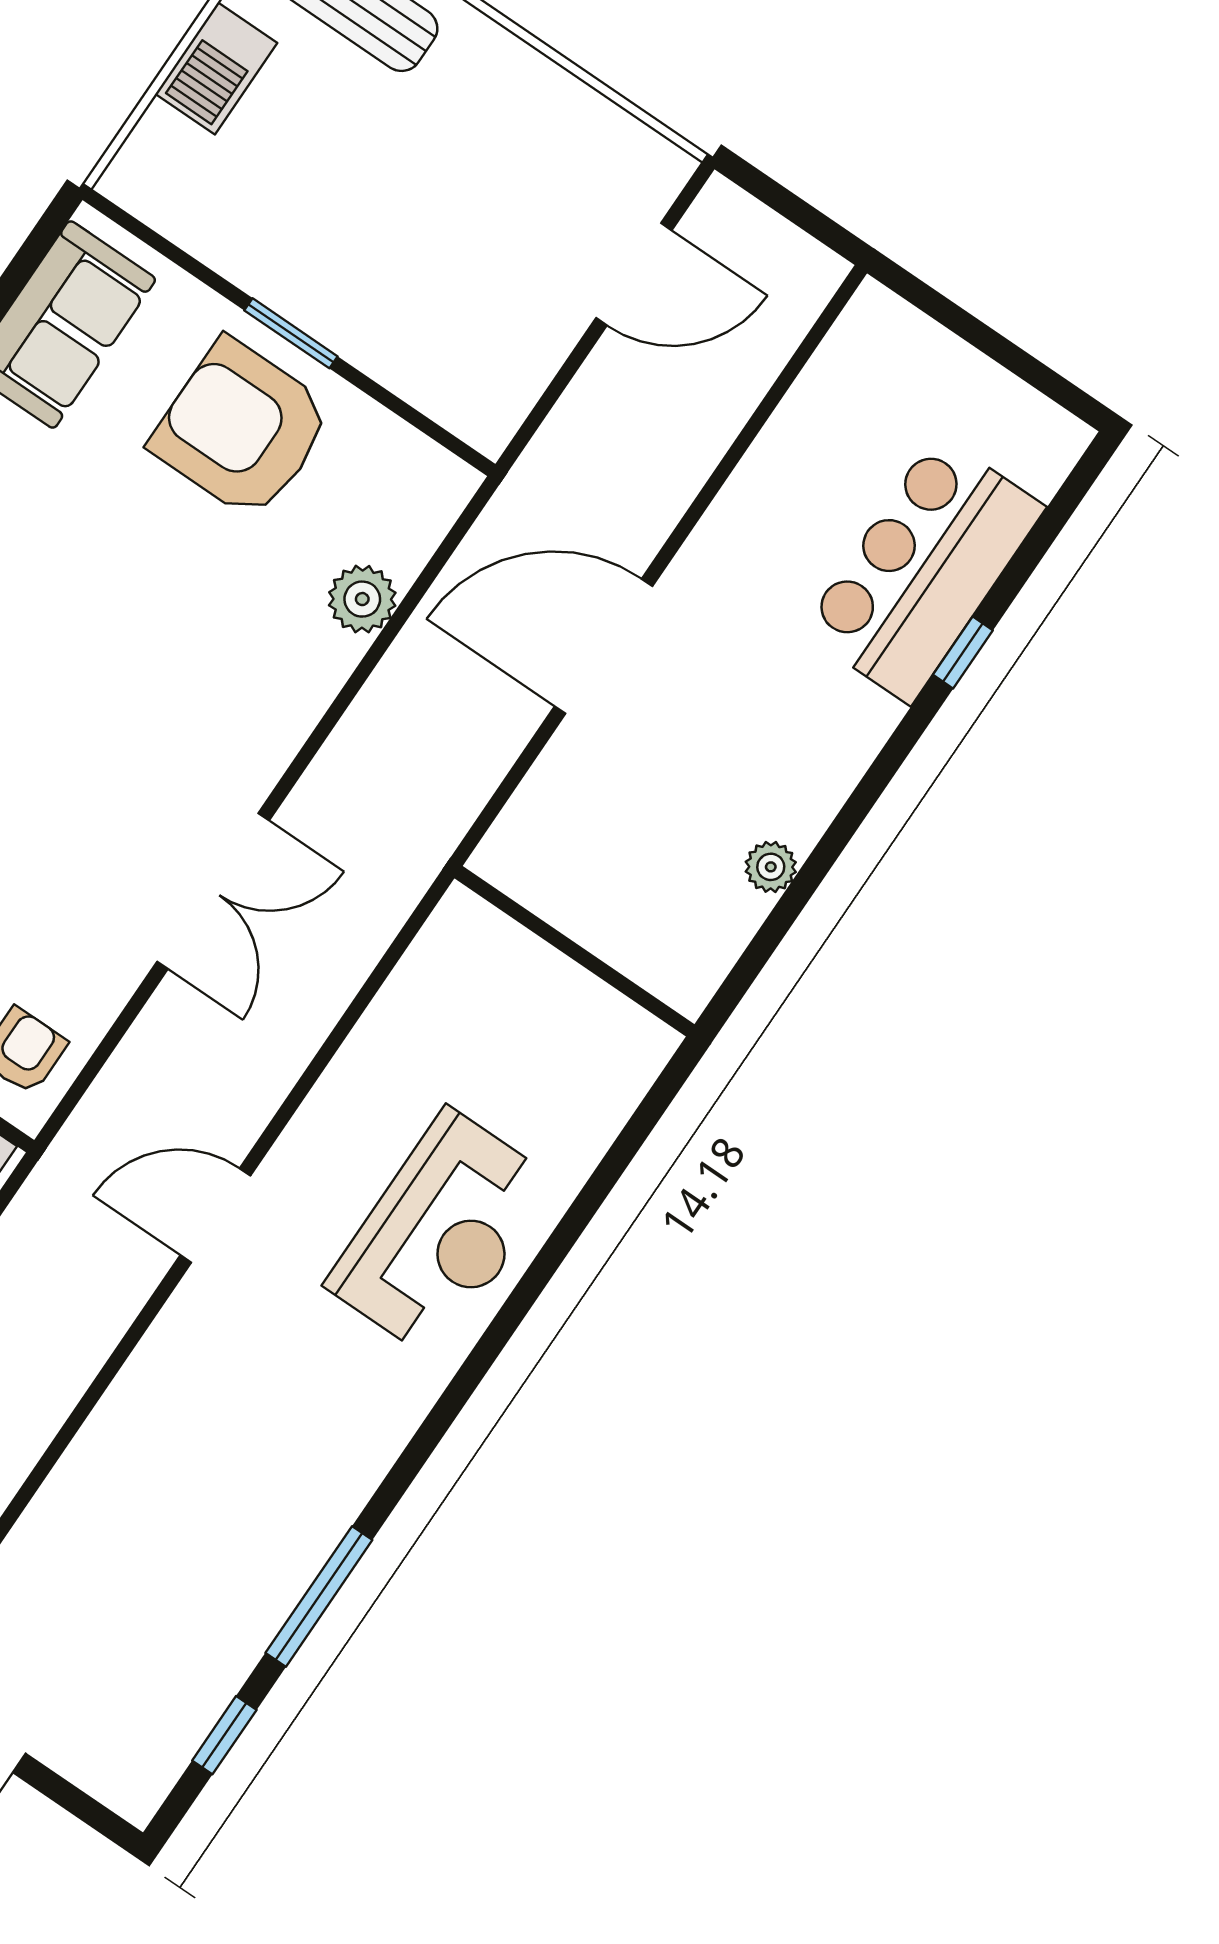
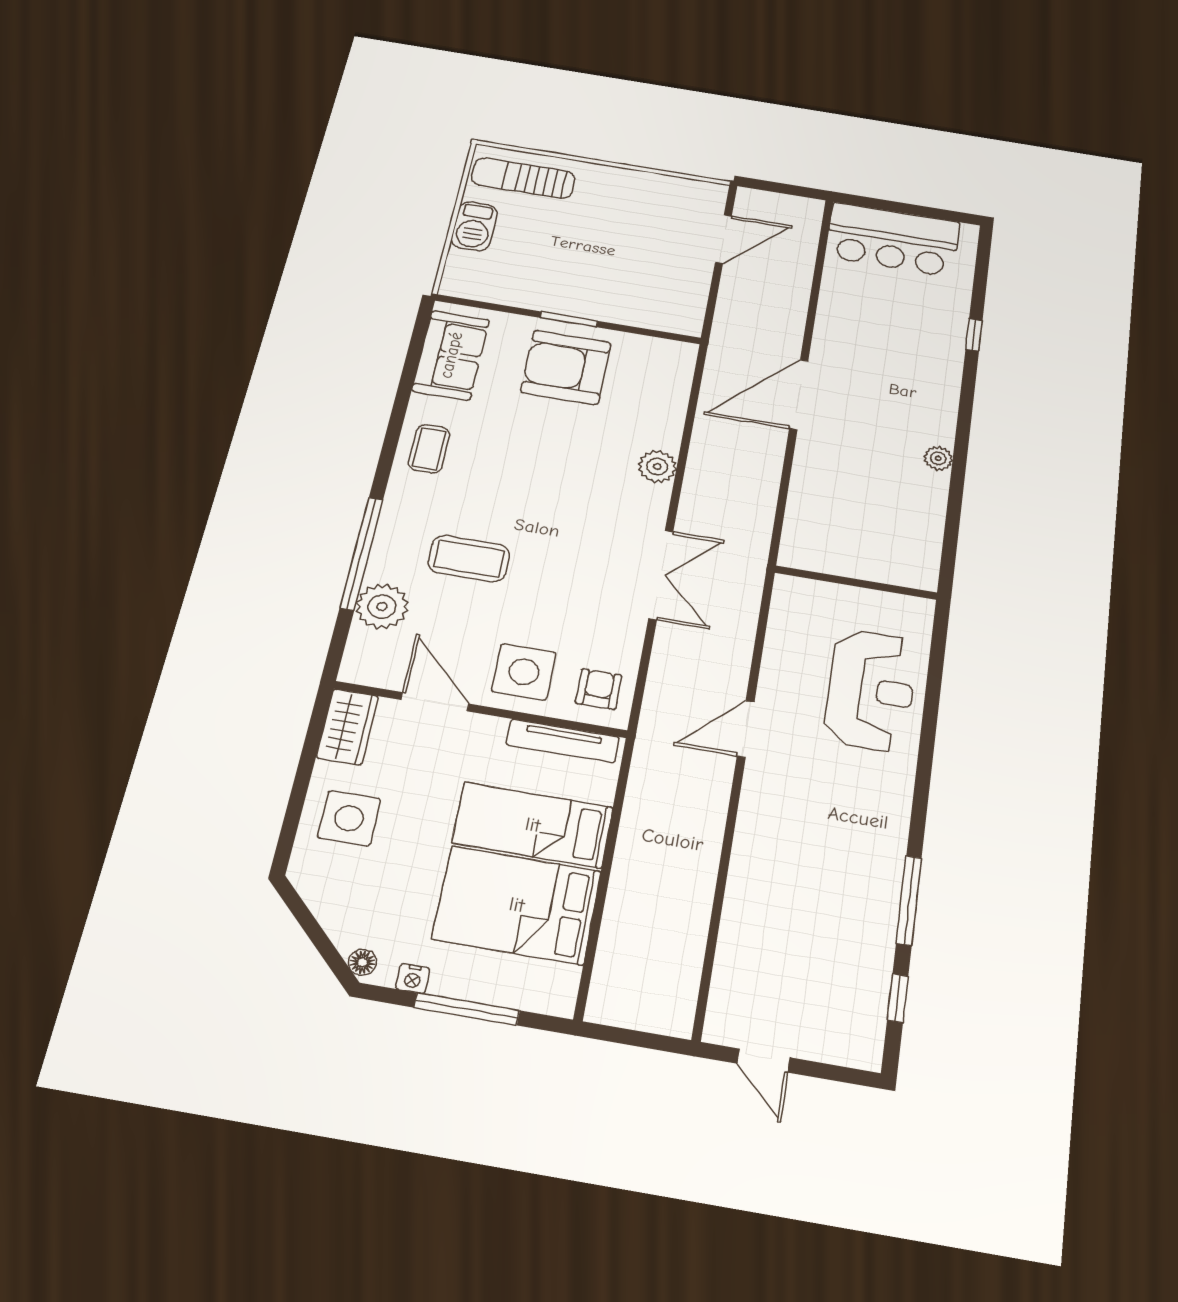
bar counter: (923, 569) -> (893, 239), moved, turned -90
plant: (362, 599) -> (657, 466), moved
wall: (574, 951) -> (856, 583), moved

